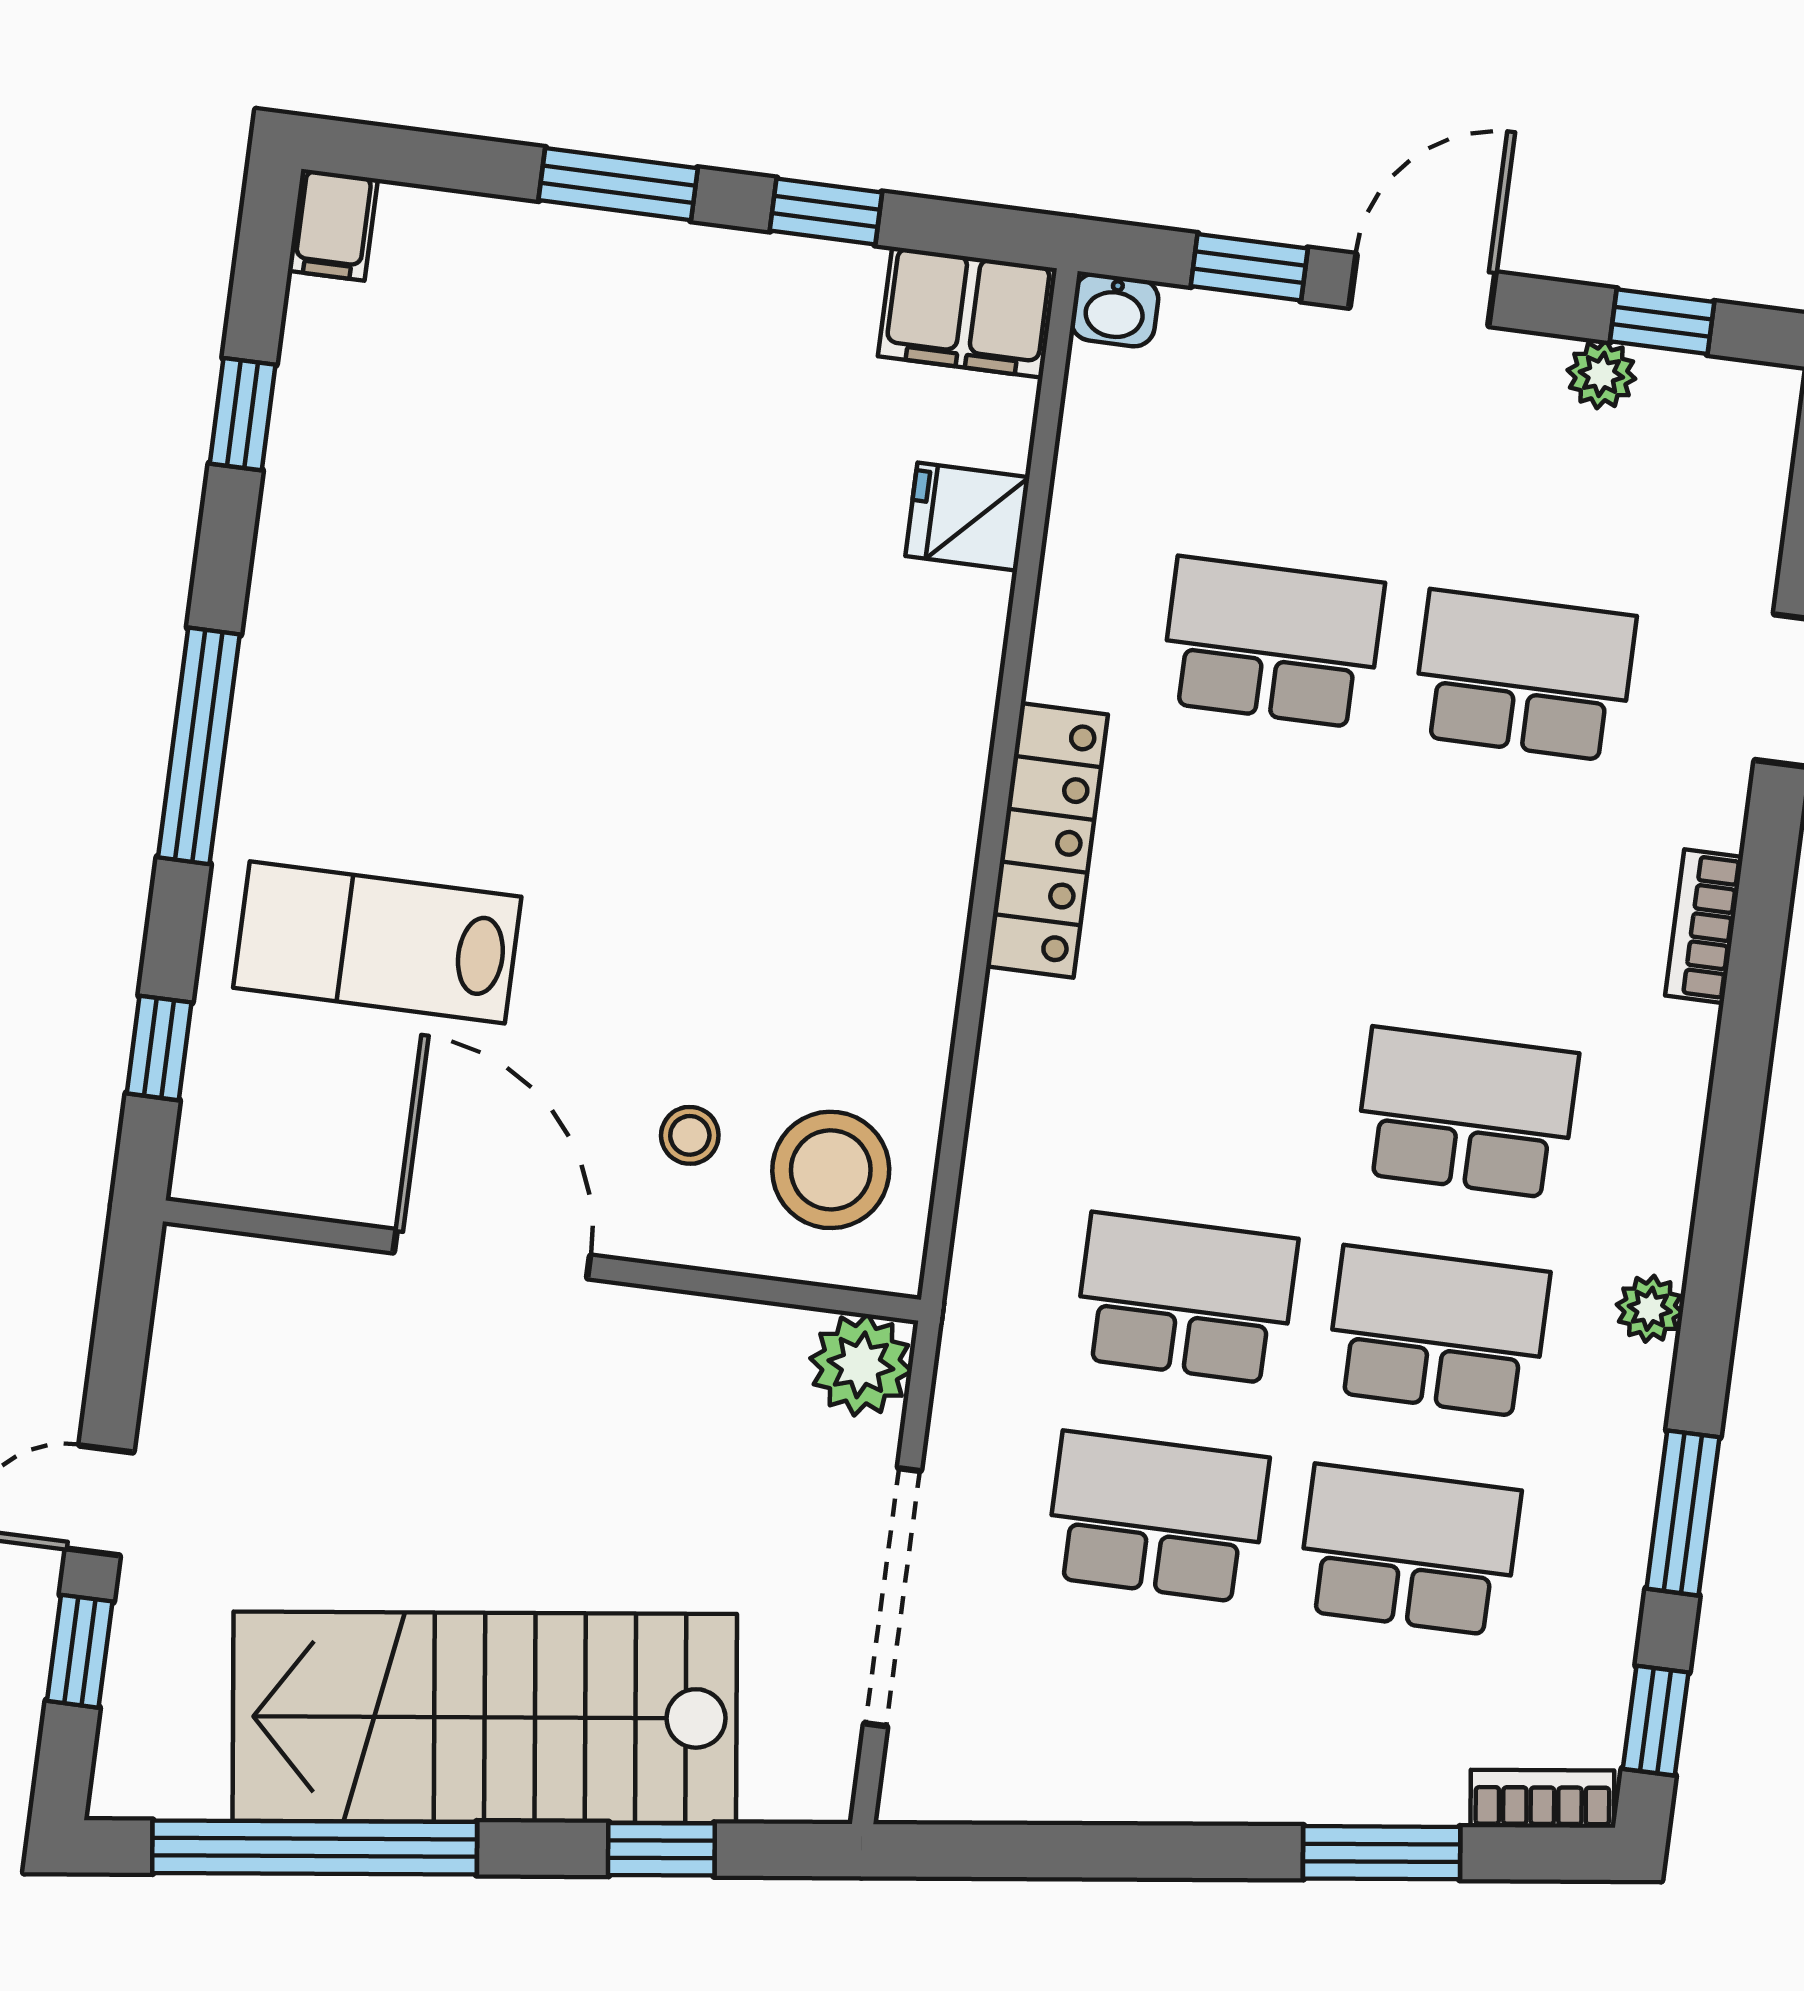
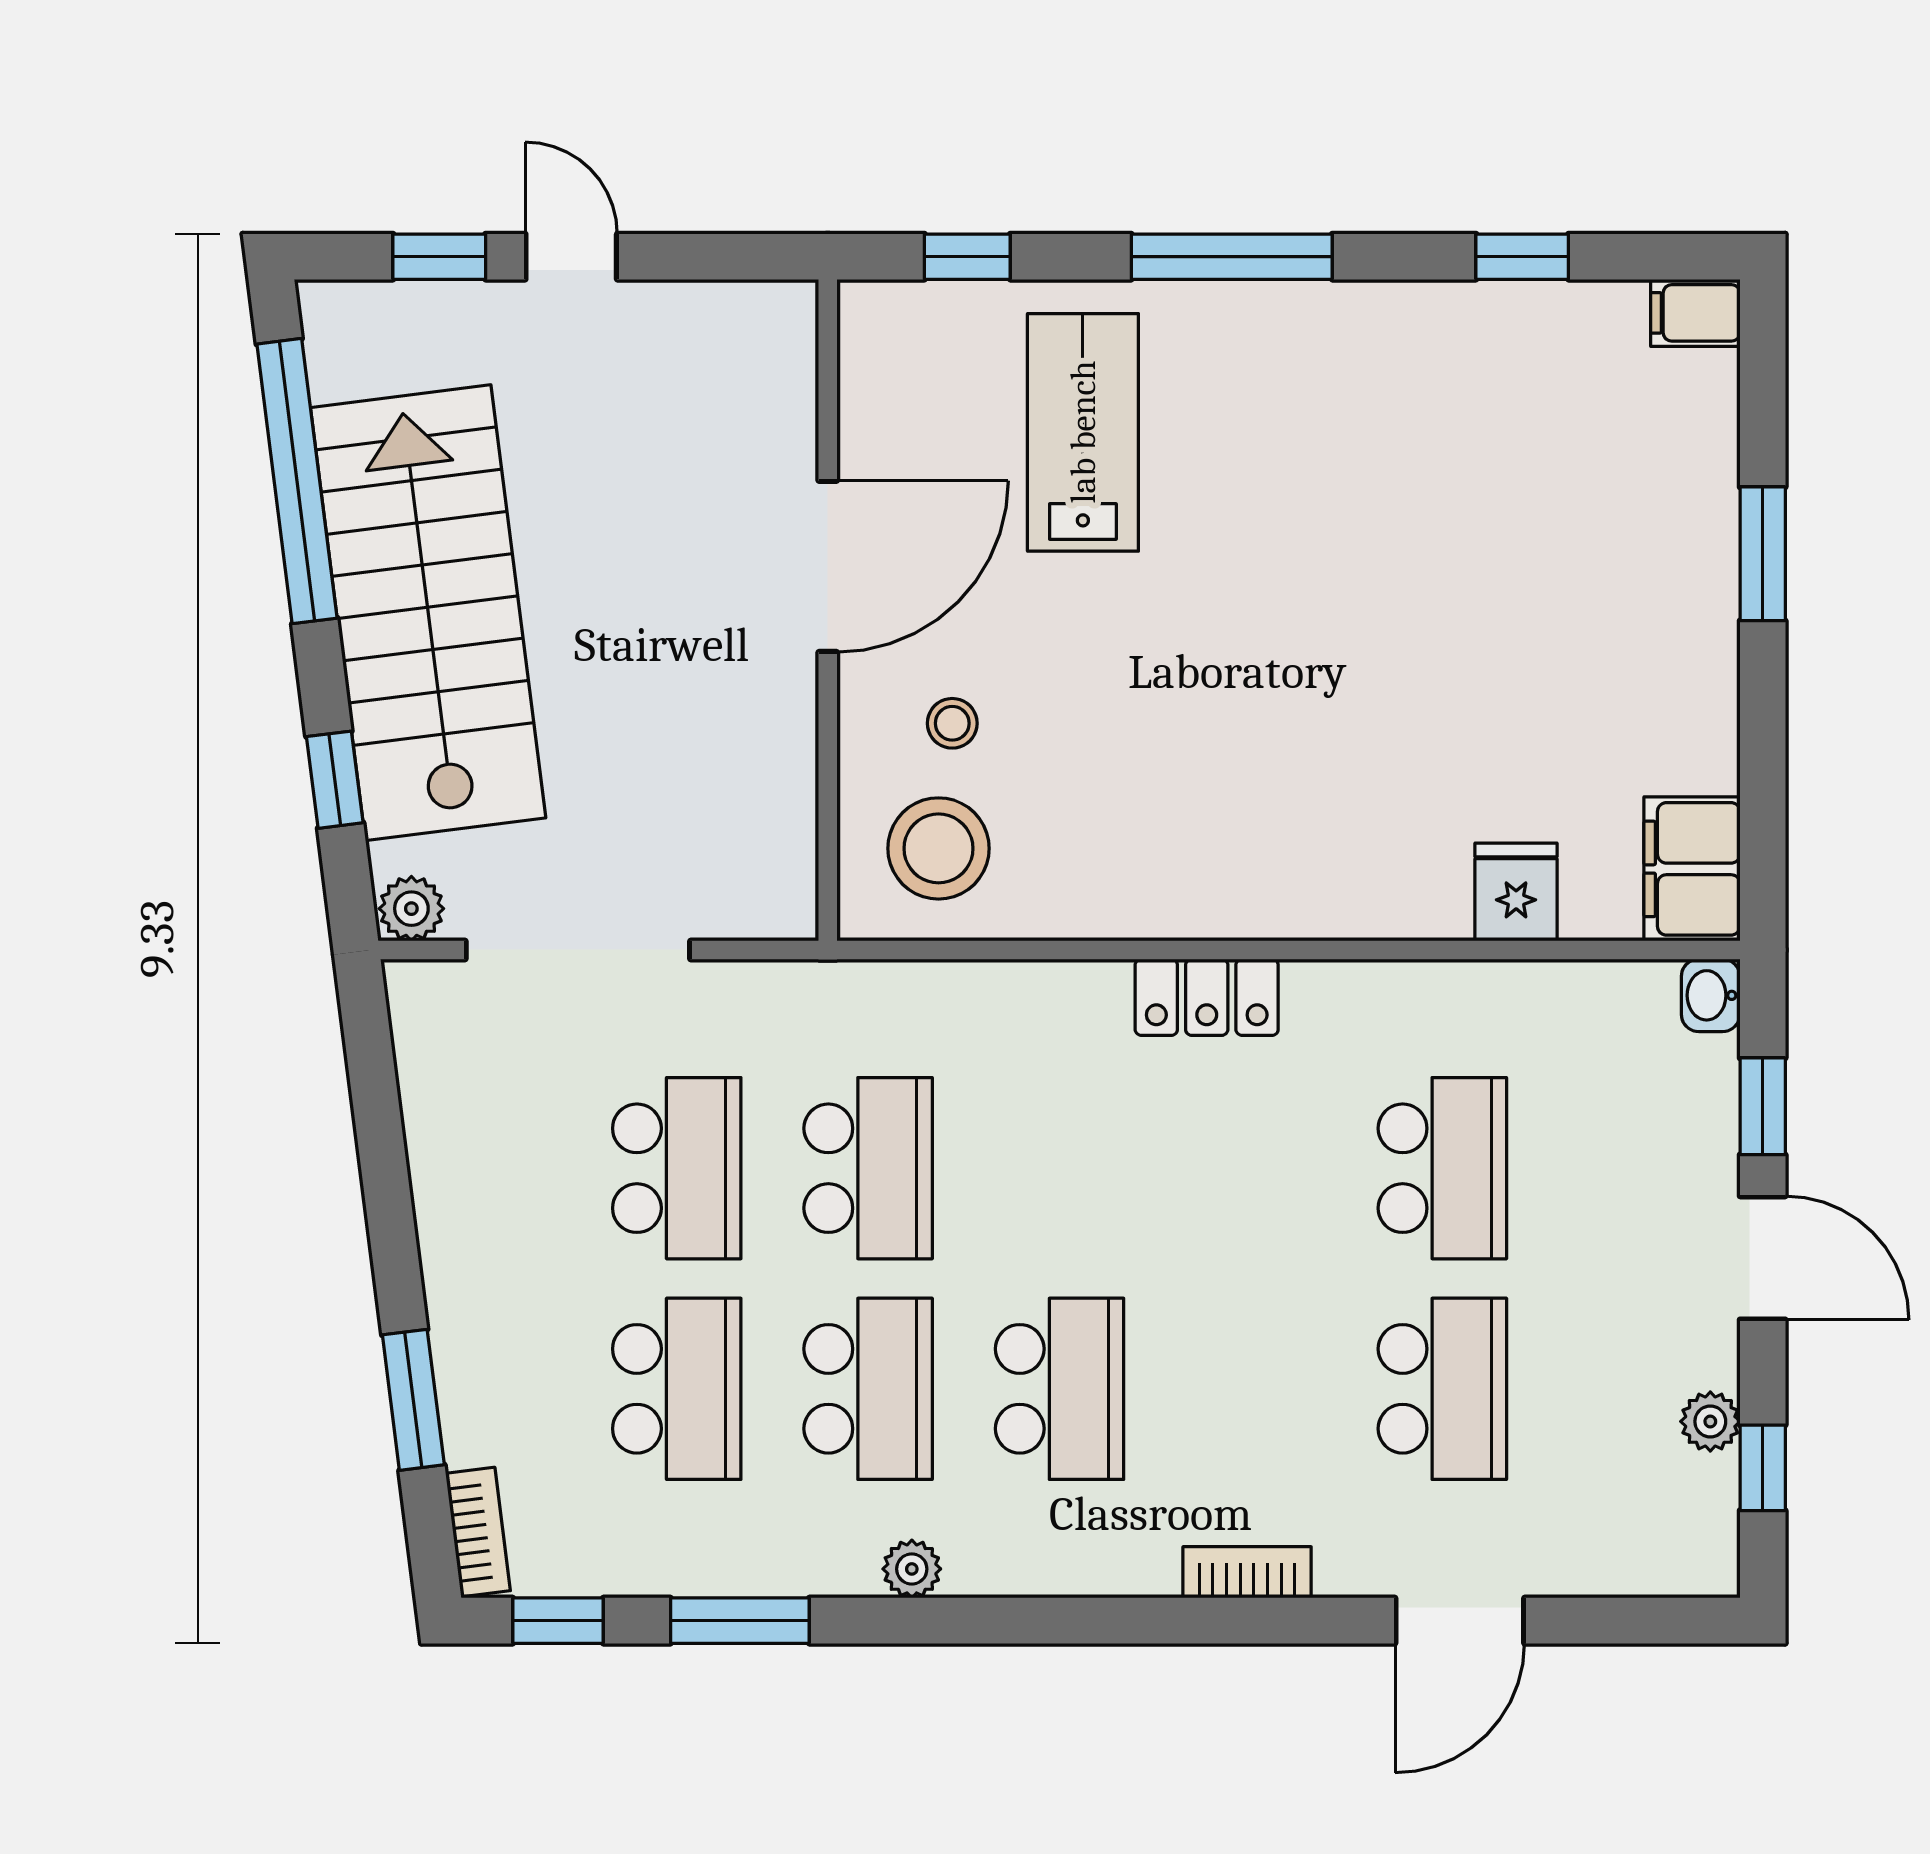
window: (826, 211) -> (1763, 736), removed
locker: (1047, 840) -> (1207, 997), width x0.66
plant: (861, 1365) -> (411, 909), moved, width x0.73, depth x0.73

